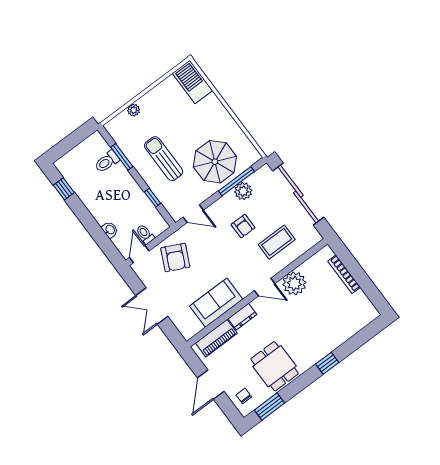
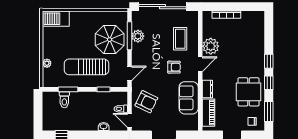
sun lounger: (164, 159) -> (86, 67), width x1.36, depth x1.34
armchair: (243, 226) -> (174, 67), moved
dining table: (275, 366) -> (249, 92), turned 90
window: (303, 382) -> (269, 83), added

